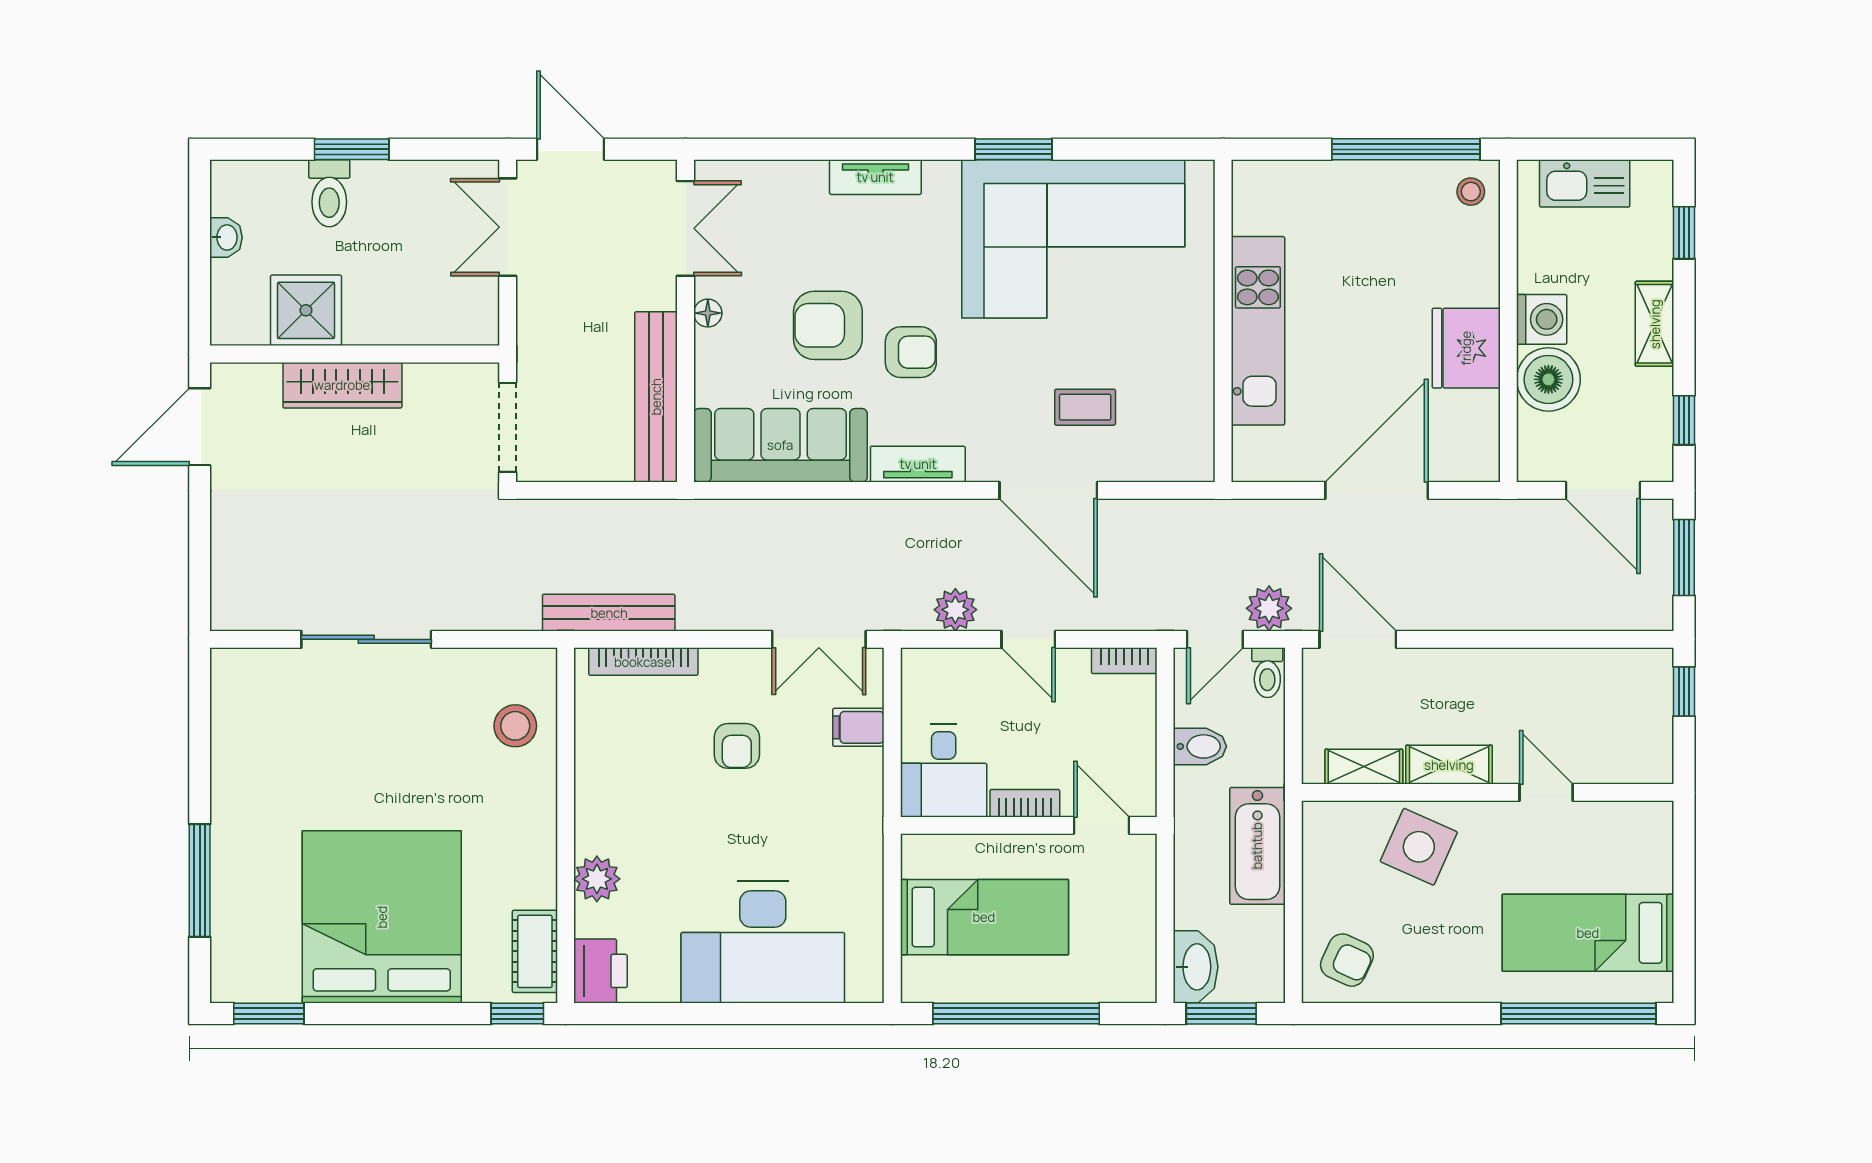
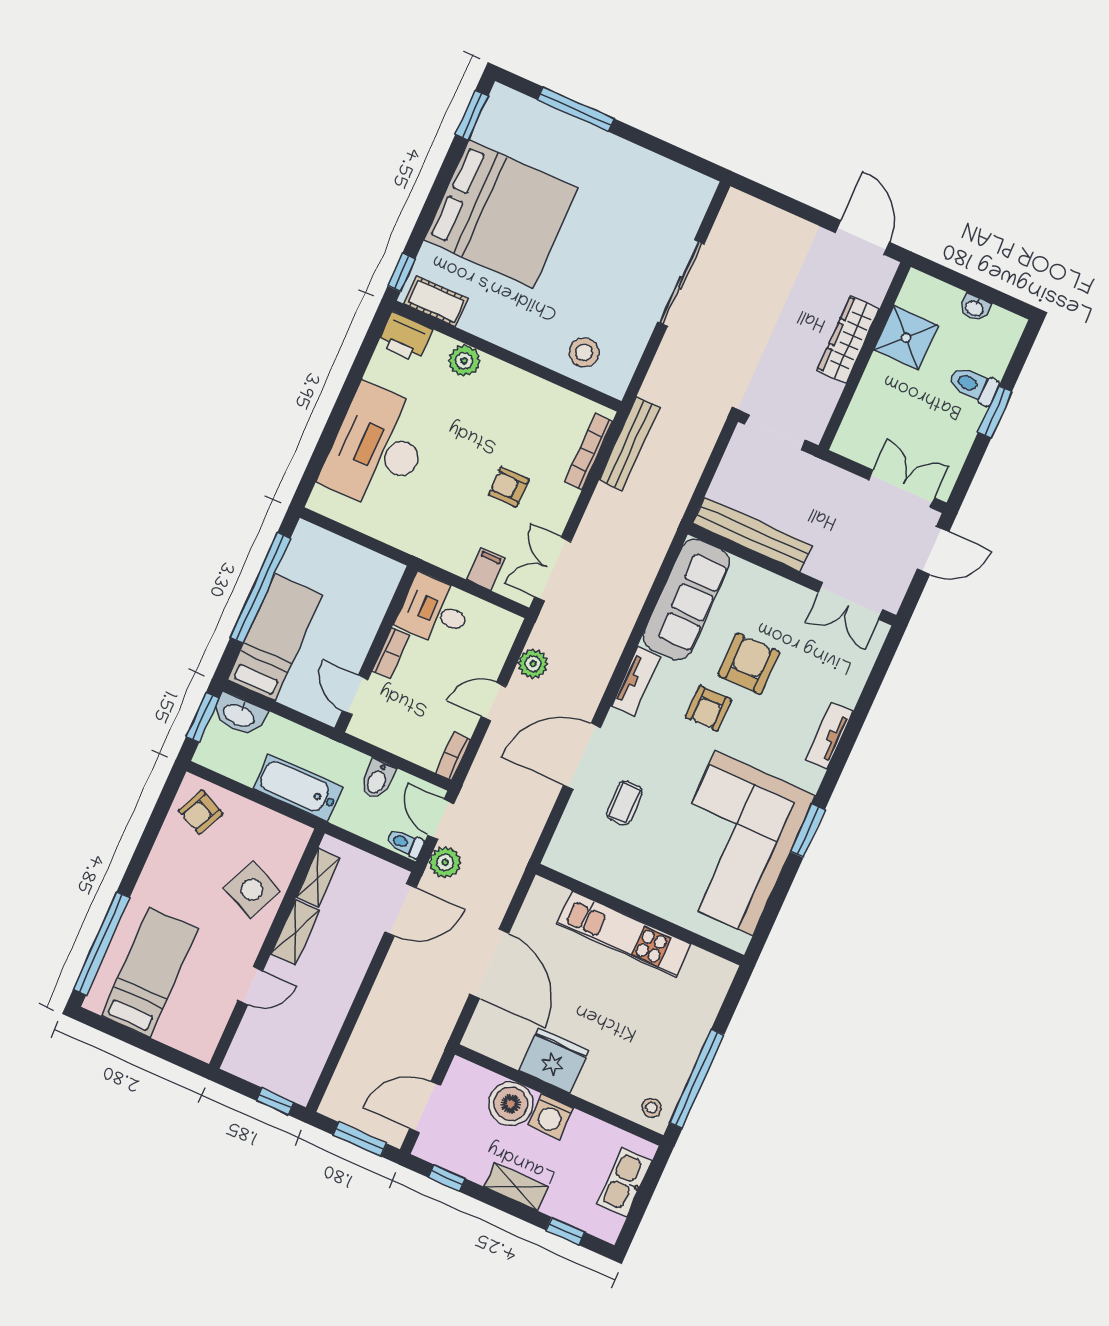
floor lamp: (708, 313) -> (791, 591), removed
door: (1101, 825) -> (355, 695), swing flipped
bed: (984, 917) -> (275, 637), moved, turned 180

